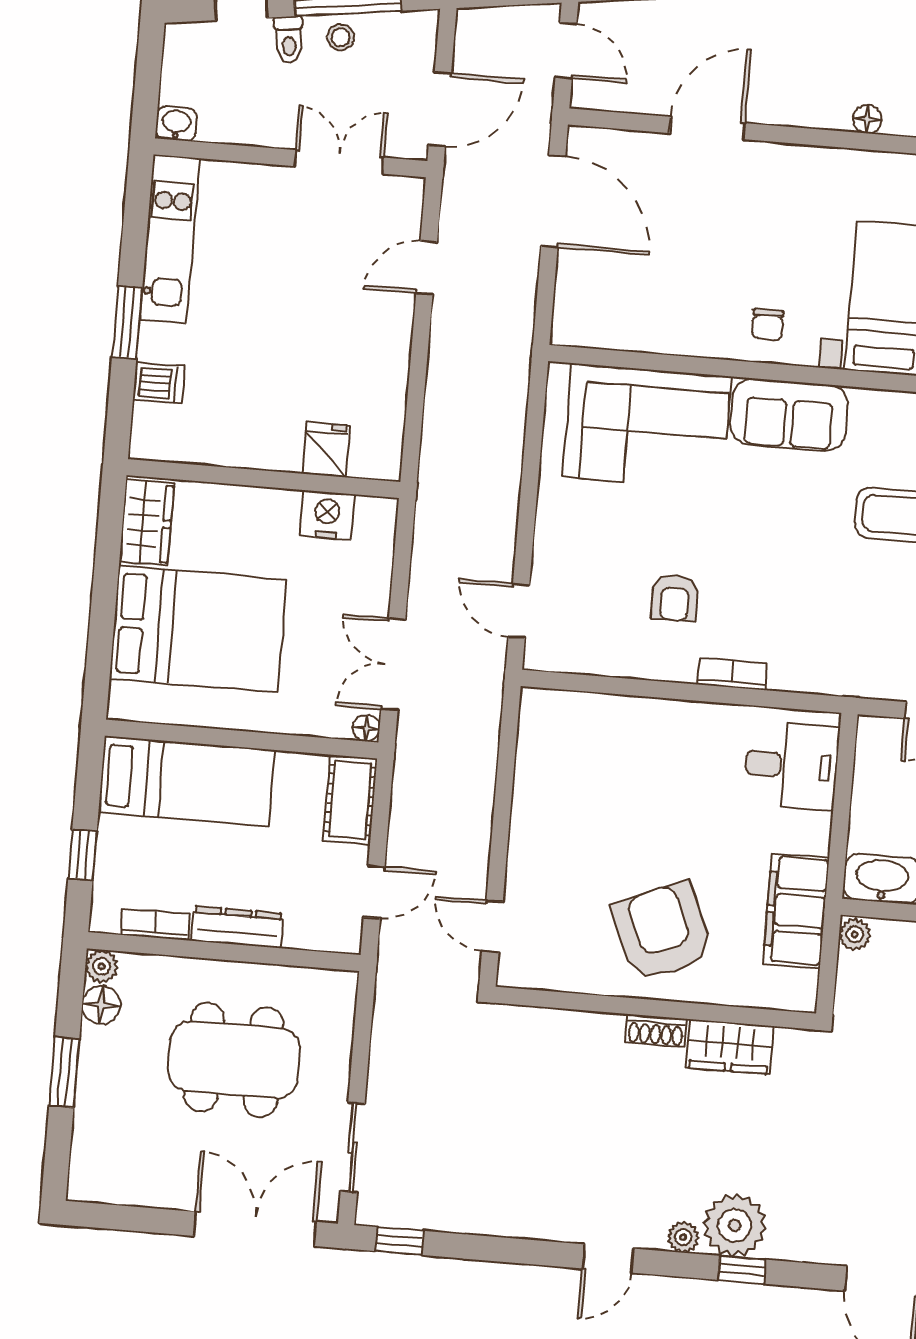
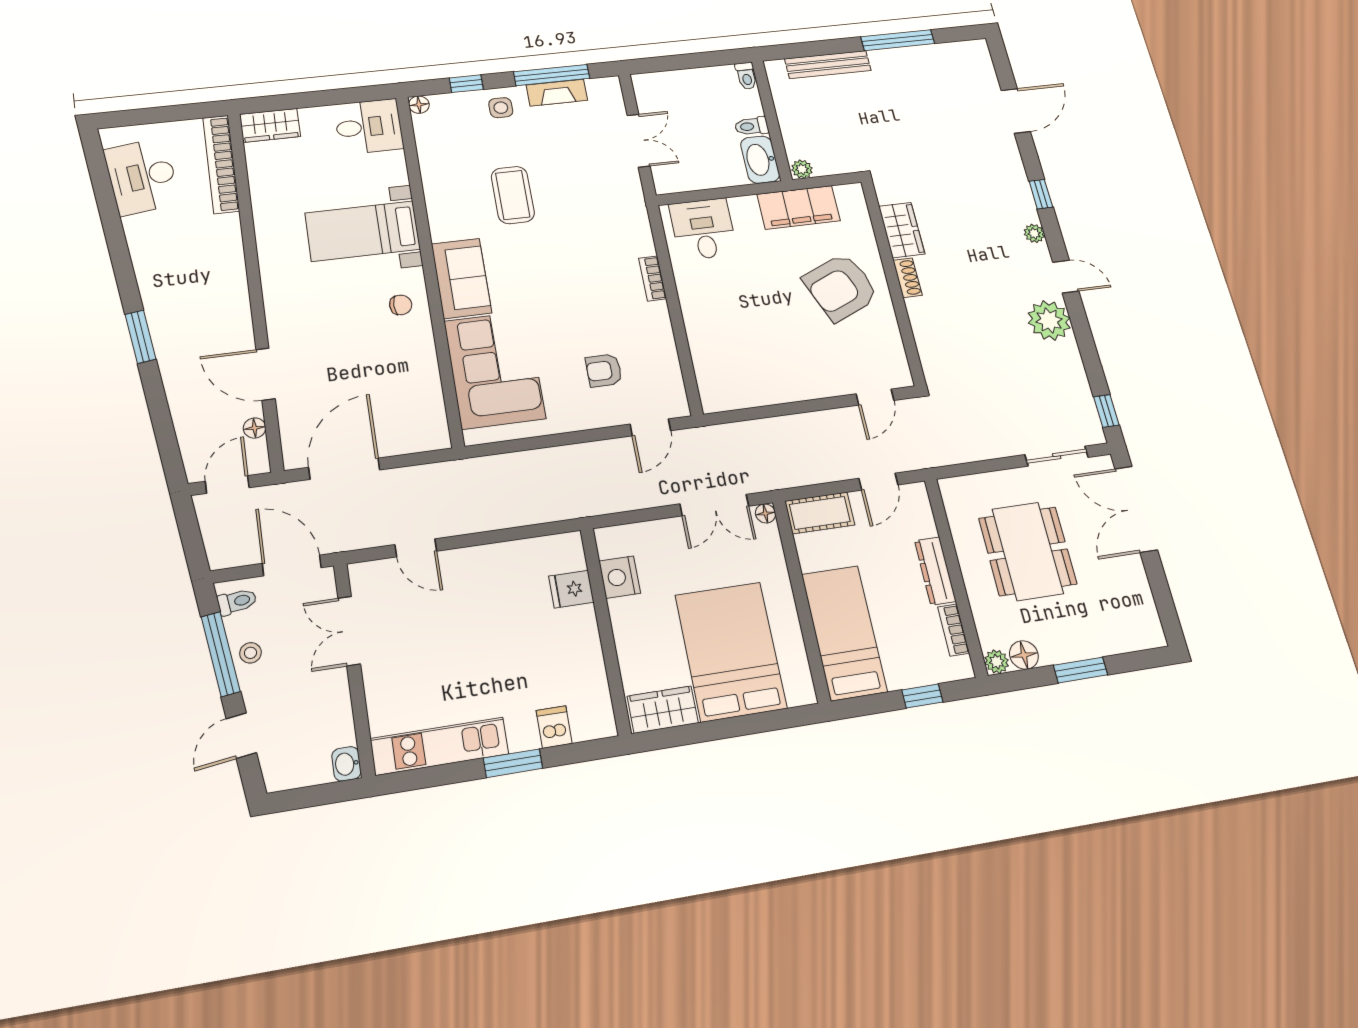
toilet: (289, 40) -> (237, 602), moved
floor lamp: (867, 119) -> (255, 428), moved
armchair: (675, 598) -> (604, 370), moved, turned 180
door: (374, 892) -> (878, 482), swing flipped
plant: (735, 1225) -> (1049, 320), moved

